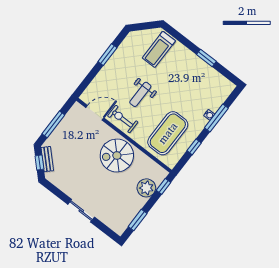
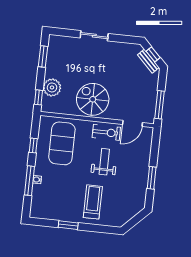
treadmill: (159, 49) -> (93, 202), moved
window: (53, 124) -> (160, 105), moved
spiral stairs: (117, 155) -> (93, 99), turned -90

